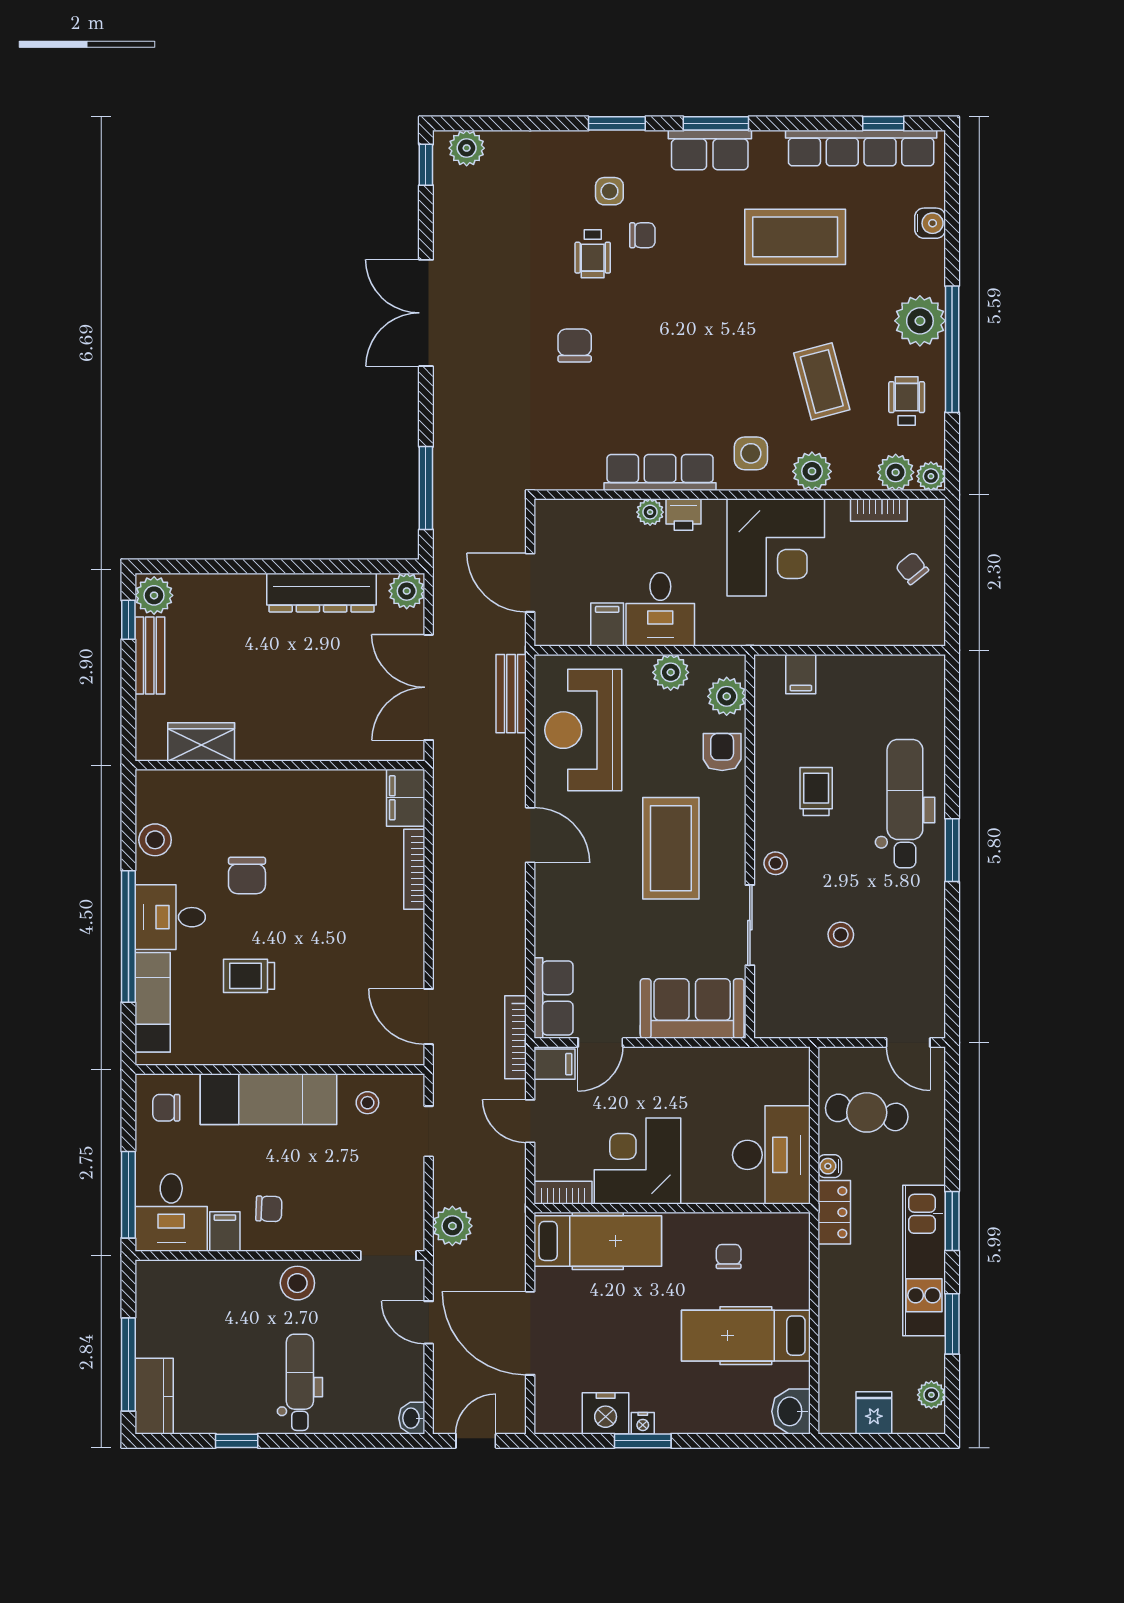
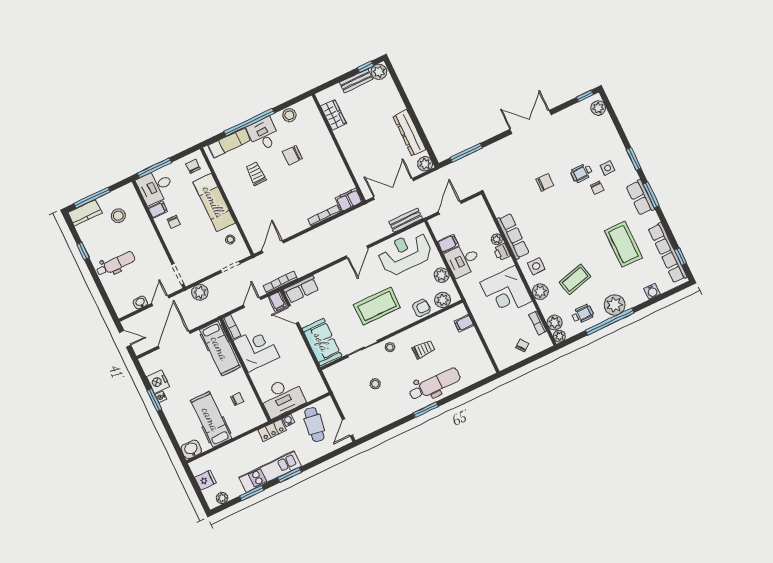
stool: (297, 1283) -> (118, 216), moved
washbasin: (412, 1418) -> (140, 302), moved

